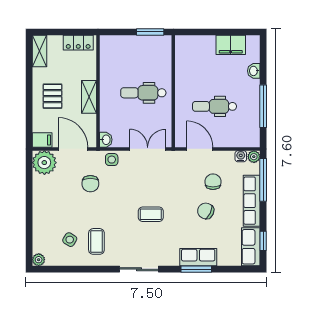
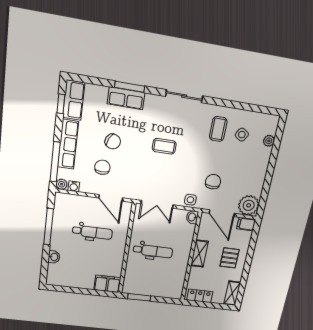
filing cabinet: (231, 45) -> (107, 284), moved
chair: (213, 182) -> (102, 167), turned 180
plant: (39, 260) -> (269, 141), moved

